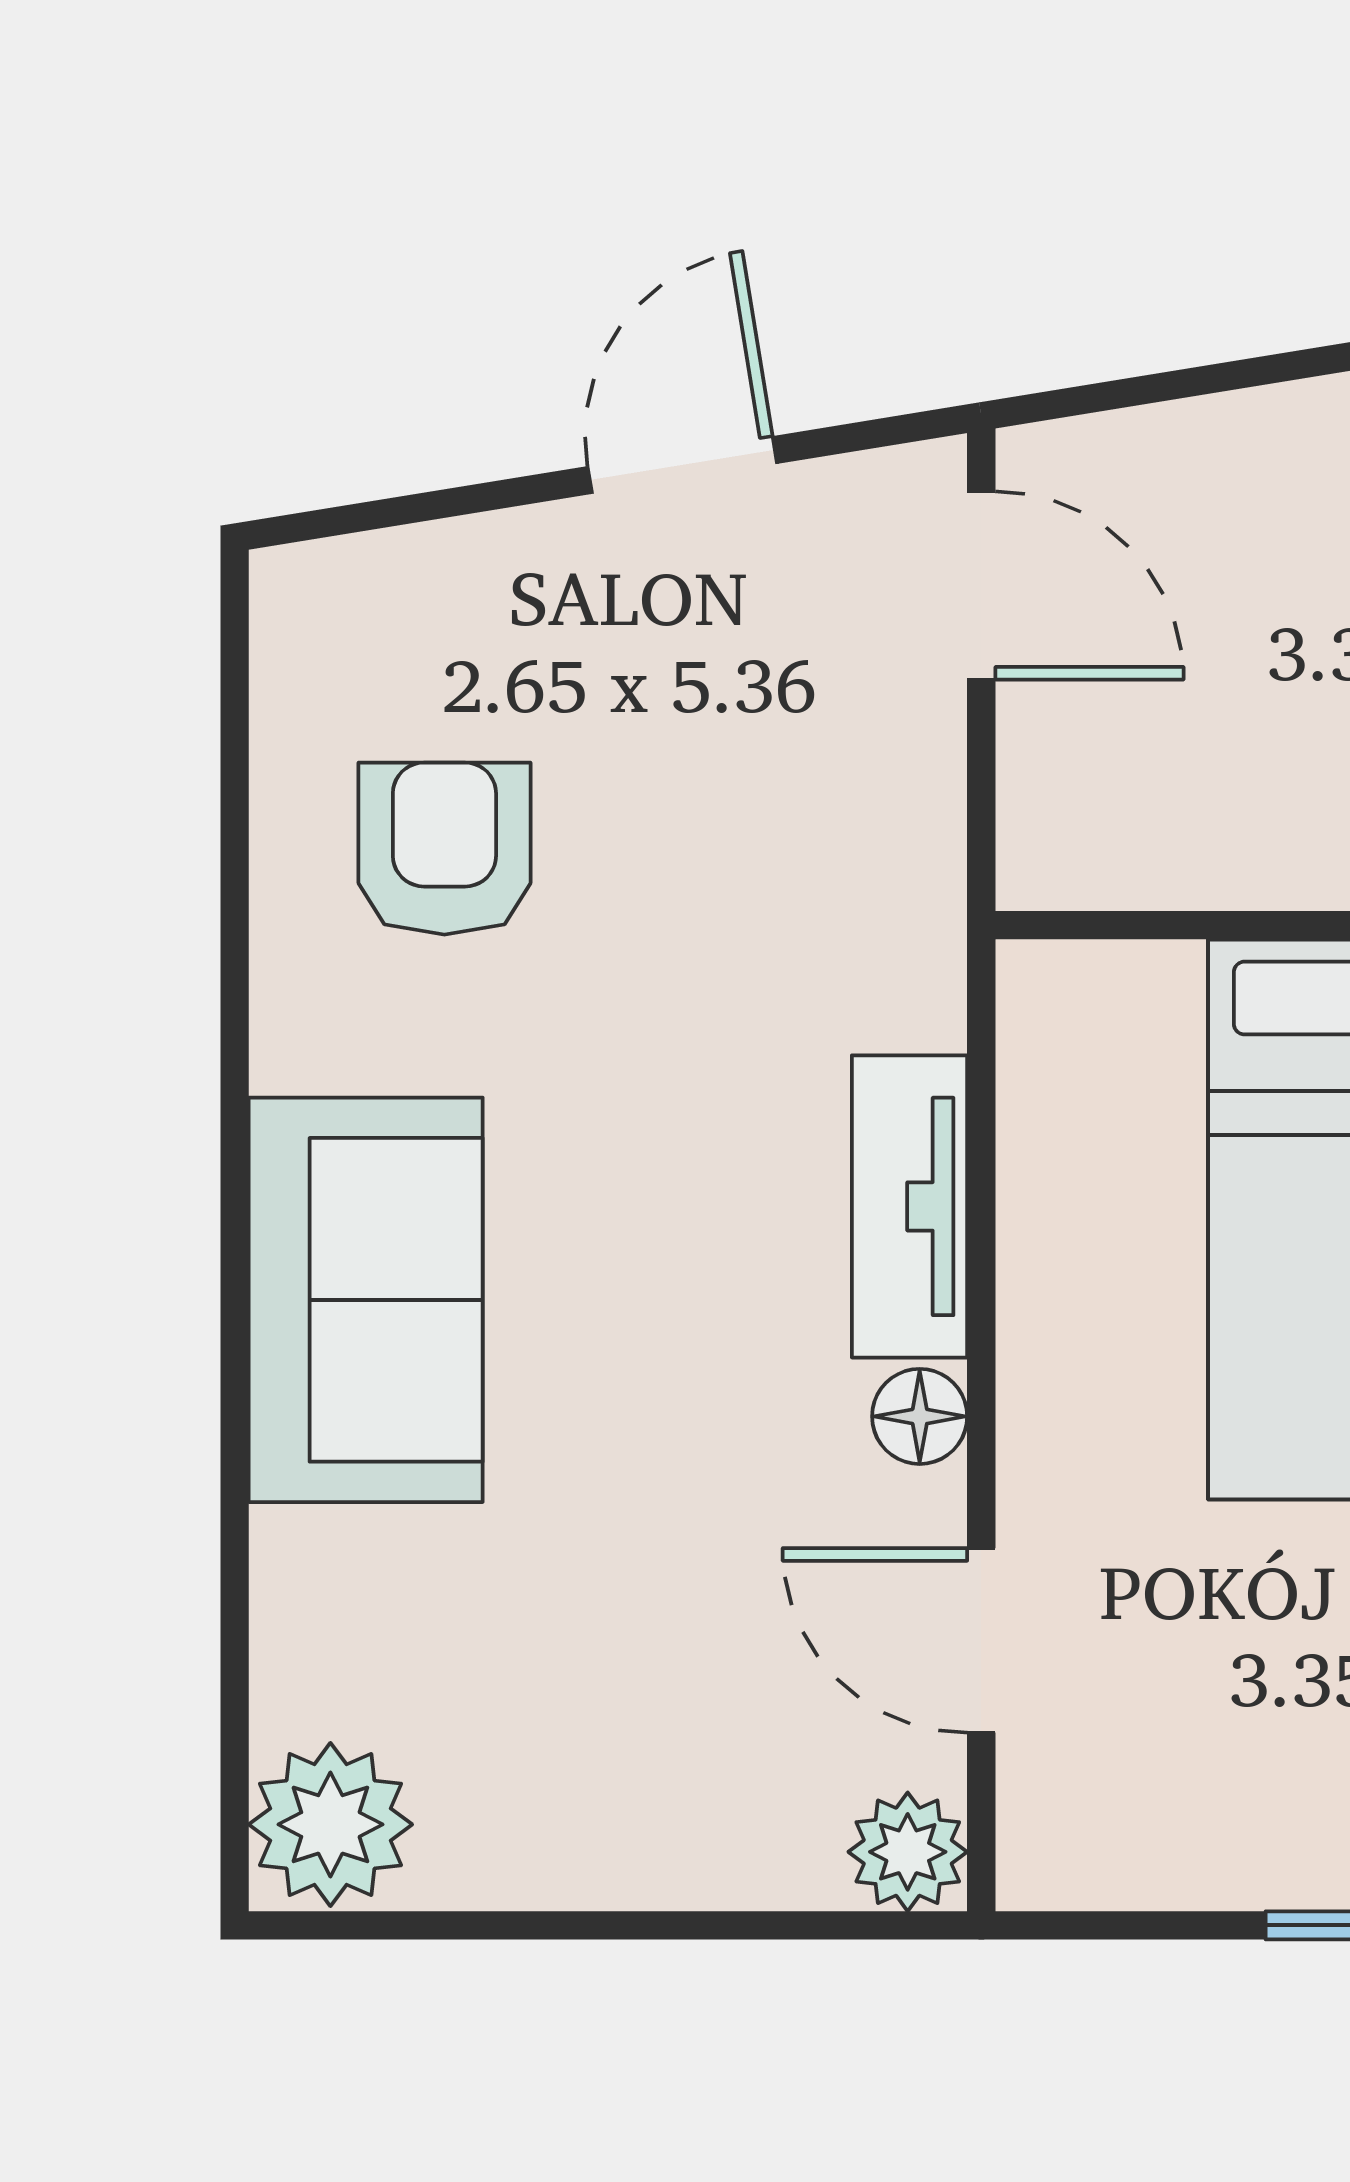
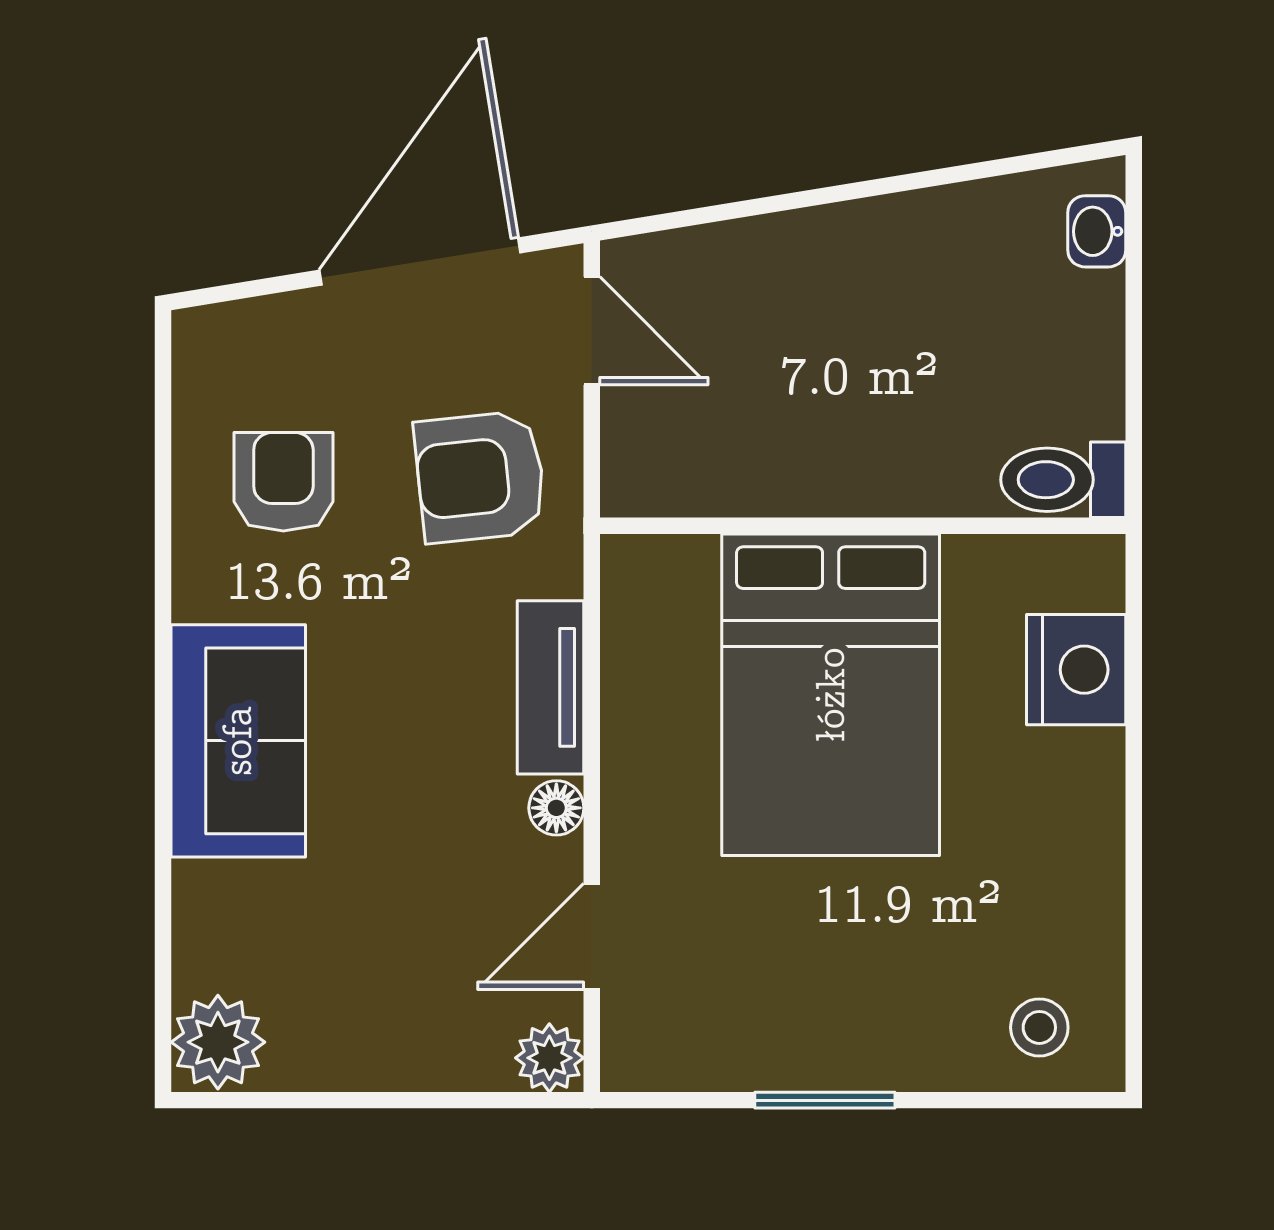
door: (682, 465) -> (420, 262), width x1.88
armchair: (787, 840) -> (480, 477), added
door: (981, 1640) -> (592, 936), hinge flipped

